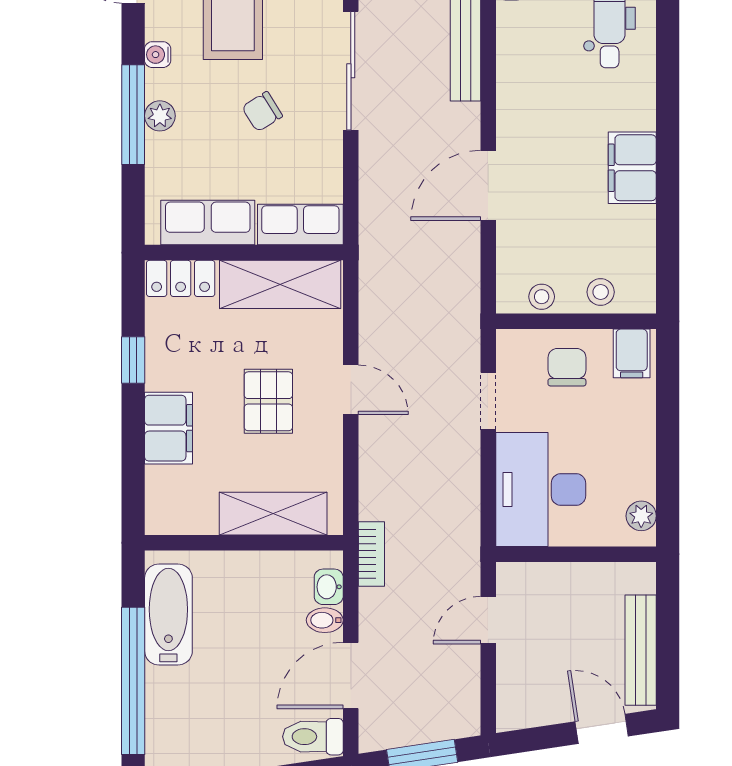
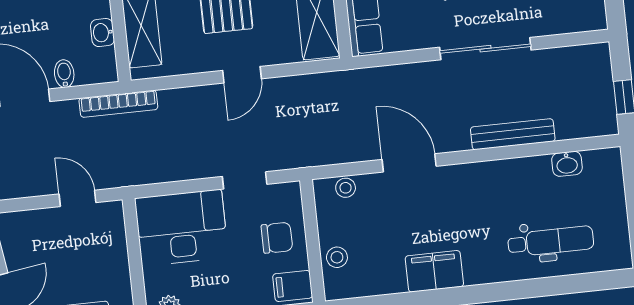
stool: (542, 297) -> (346, 188), moved
bookcase: (371, 554) -> (118, 104), width x1.56
washbasin: (329, 587) -> (102, 33), moved, turned -90

